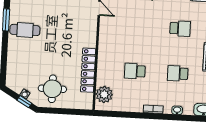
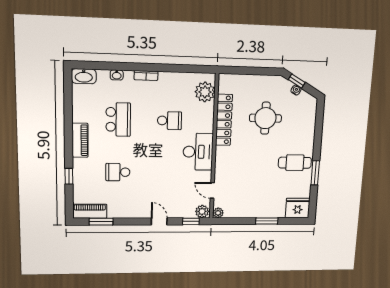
desk: (111, 43) -> (198, 152), added
school desk: (178, 73) -> (118, 120), width x1.85
round table: (52, 89) -> (265, 118), moved

